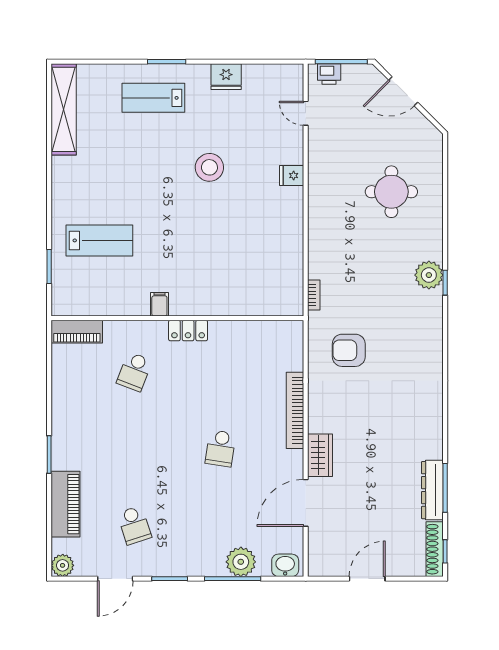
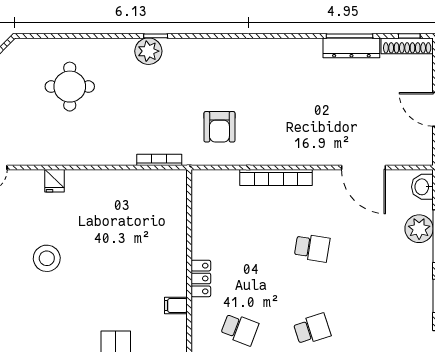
bookcase: (314, 295) -> (159, 160), width x1.56
wardrobe: (320, 455) -> (319, 154), removed
school desk: (134, 525) -> (312, 329), moved

